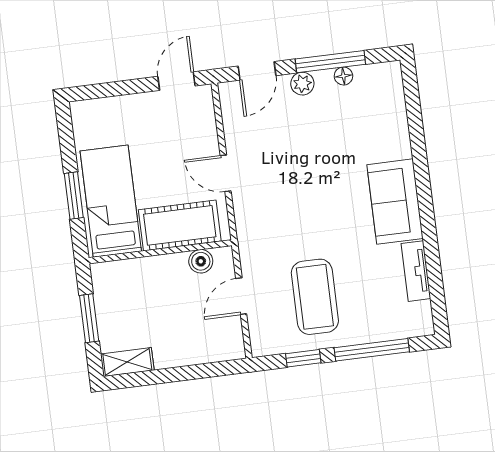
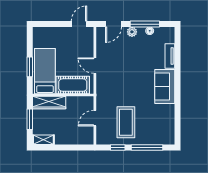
boiler: (201, 261) -> (80, 101), removed
tv unit: (416, 271) -> (170, 56), moved
wardrobe: (129, 273) -> (49, 103), added

